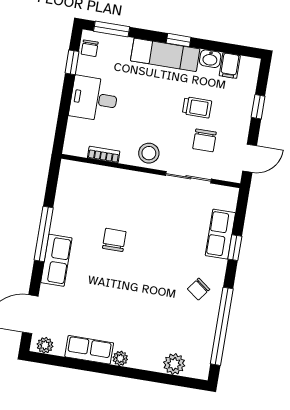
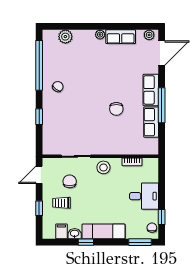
window: (179, 40) -> (86, 242), moved
trolley: (197, 107) -> (62, 203), moved
row of seats: (220, 234) -> (151, 122), moved, turned 180

